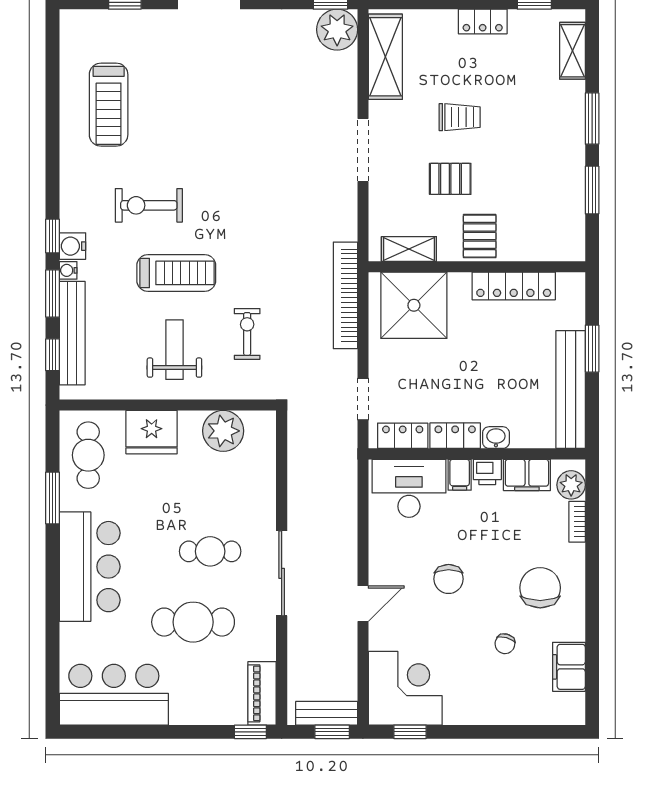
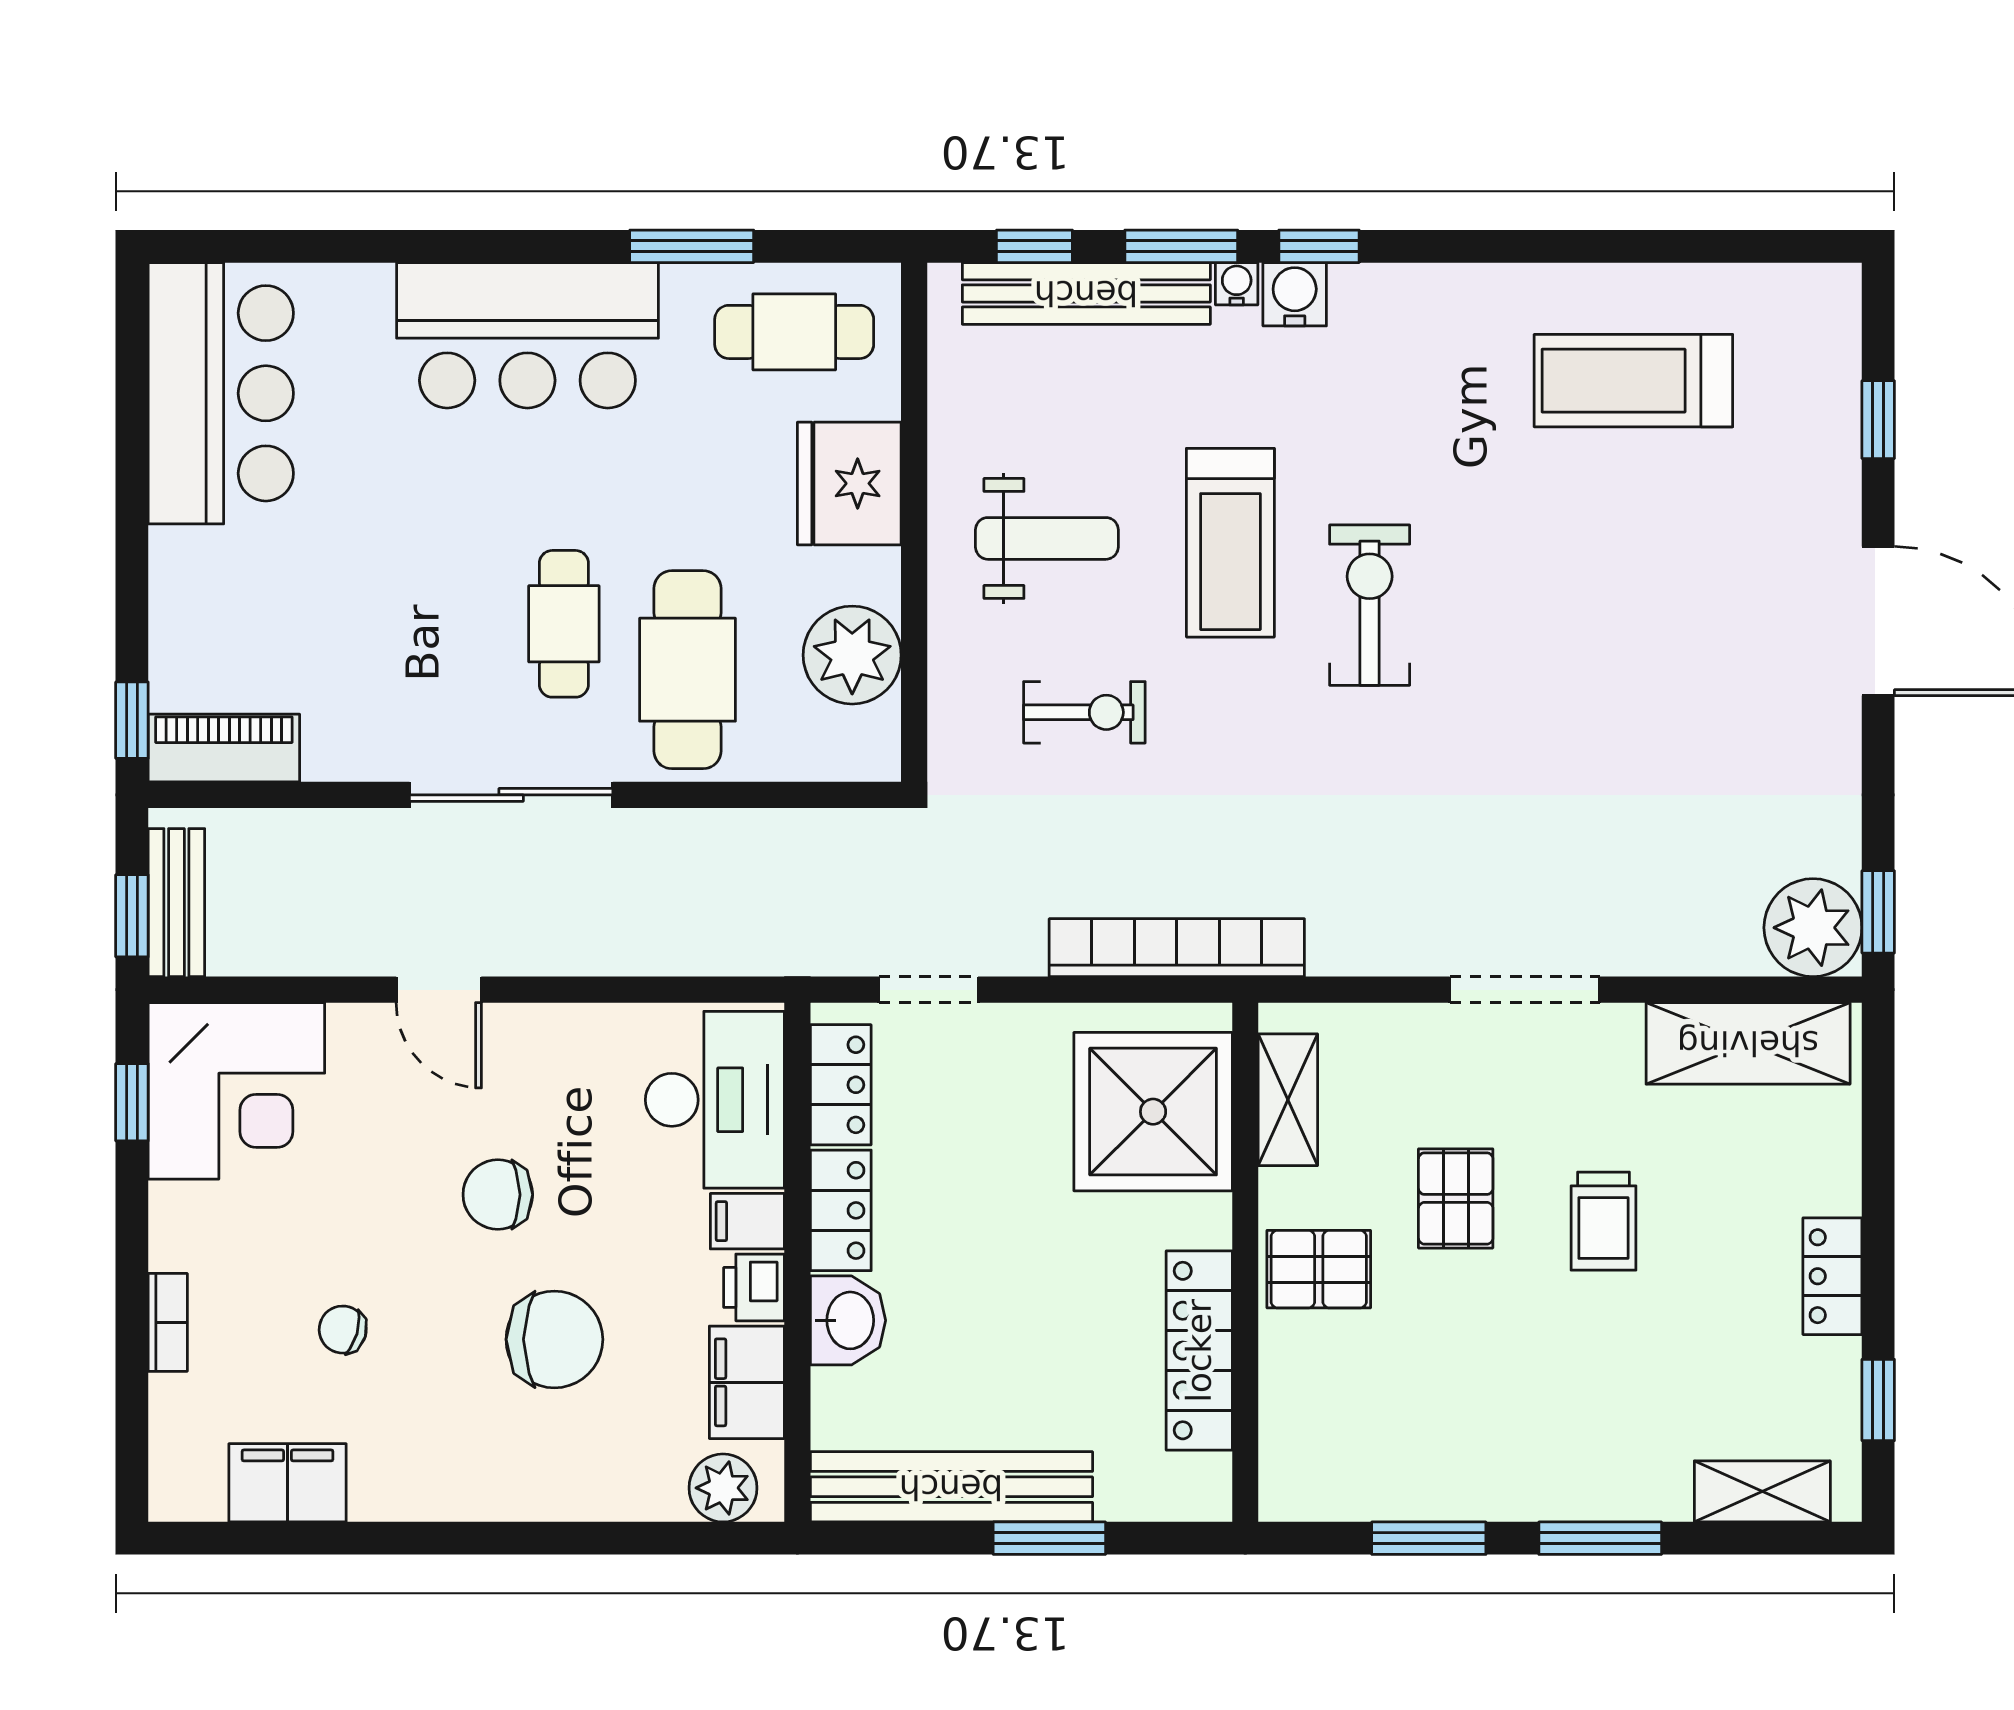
exercise bike: (149, 205) -> (1370, 605), moved
washbasin: (496, 438) -> (848, 1320), width x1.38, depth x1.45
bookcase: (577, 522) -> (168, 1322), moved, turned 90
chair: (540, 588) -> (554, 1339), moved
cafe table: (193, 622) -> (687, 670), moved

